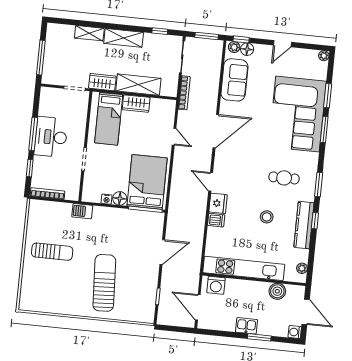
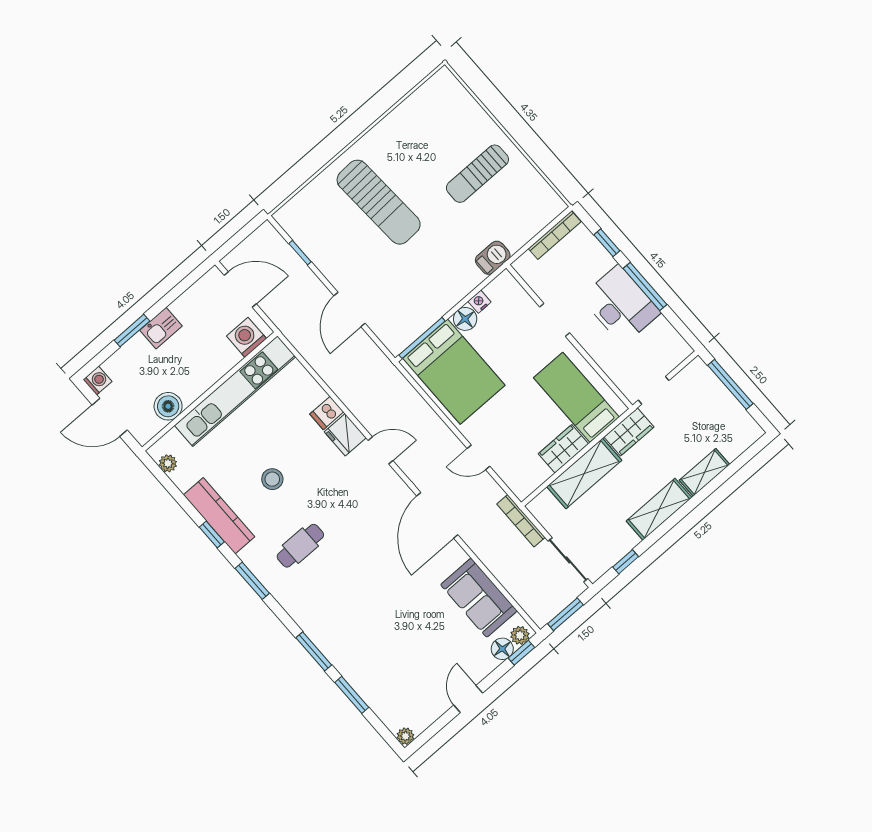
corner sofa: (297, 114) -> (364, 636), removed

